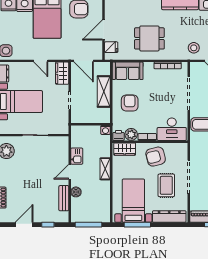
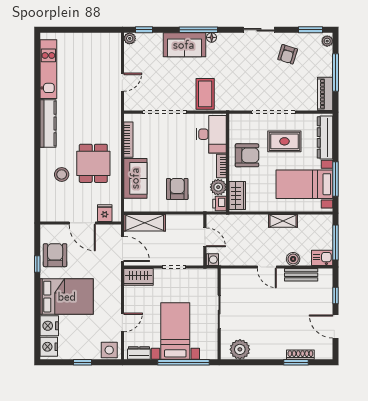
stool: (194, 48) -> (62, 174), moved
door: (41, 61) -> (122, 322), moved
door: (84, 61) -> (122, 249), hinge flipped
sofa: (128, 71) -> (135, 178), moved
shelving: (104, 92) -> (145, 223), moved
armchair: (130, 103) -> (177, 189), turned 90
door: (93, 124) -> (205, 237), added
washing machine: (105, 130) -> (212, 260), moved
kitchen sink: (77, 156) -> (322, 258), moved
armchair: (156, 157) -> (247, 155), turned -76
shelving: (105, 169) -> (283, 221), moved

